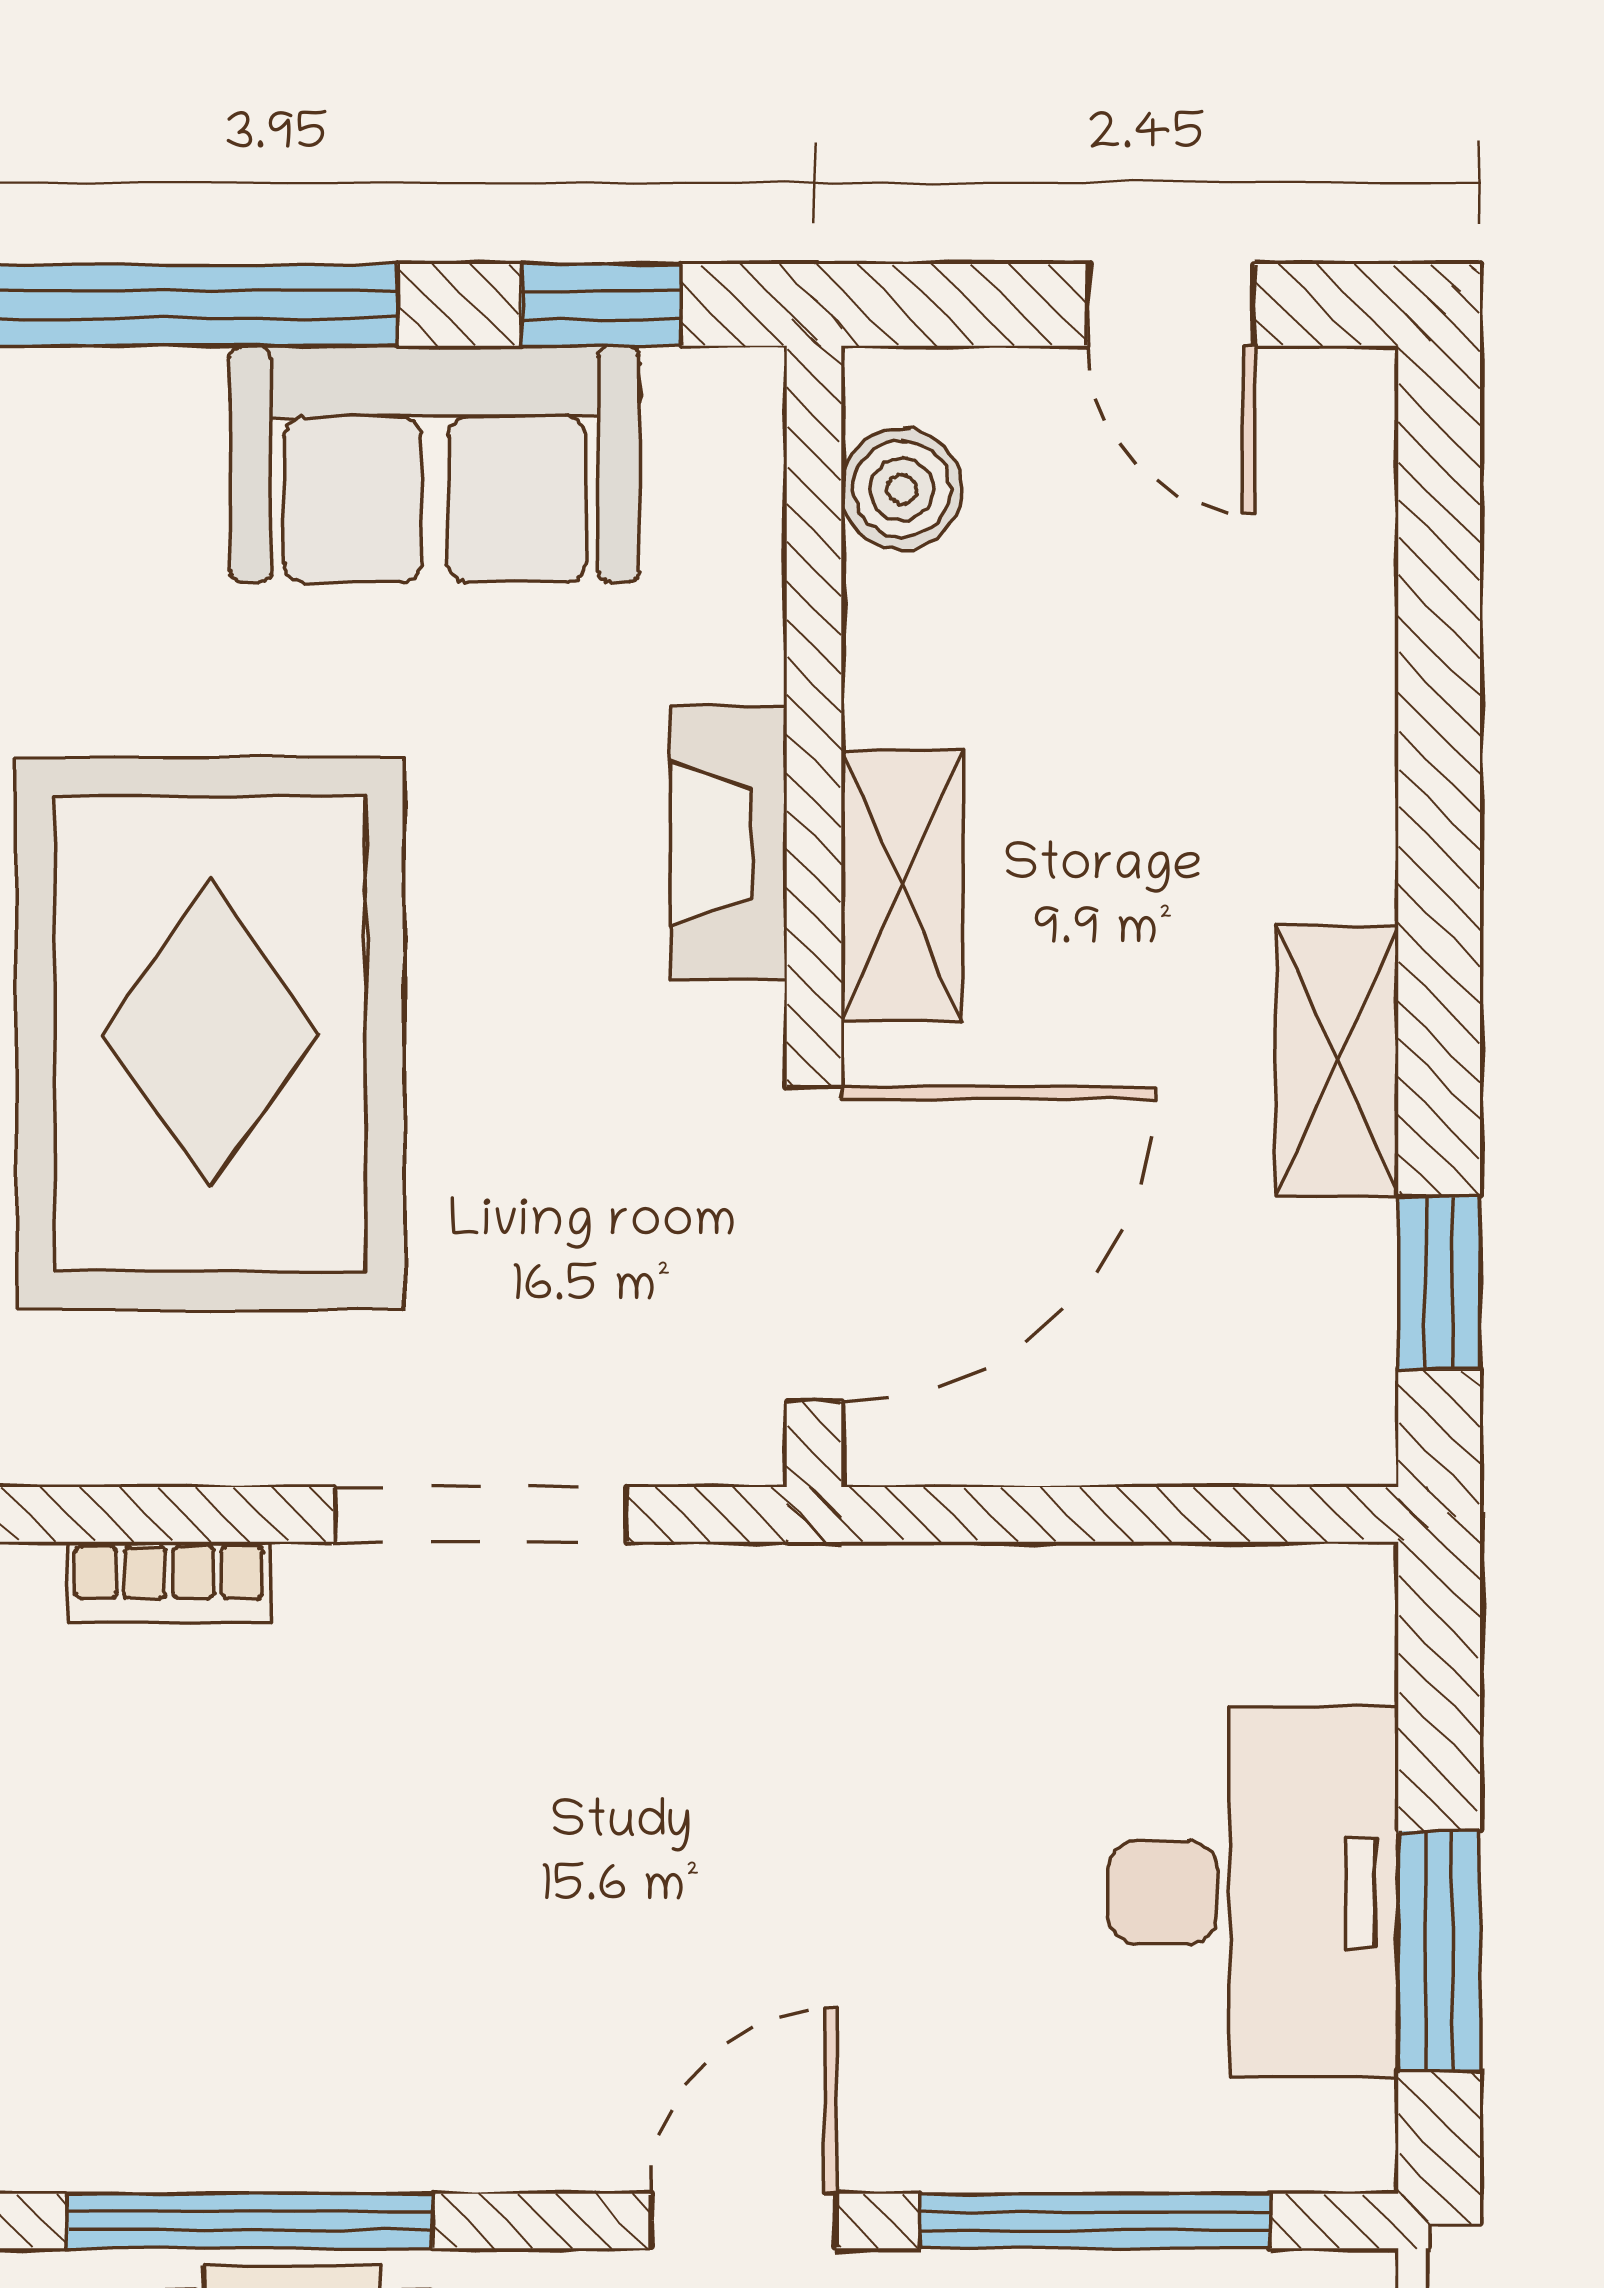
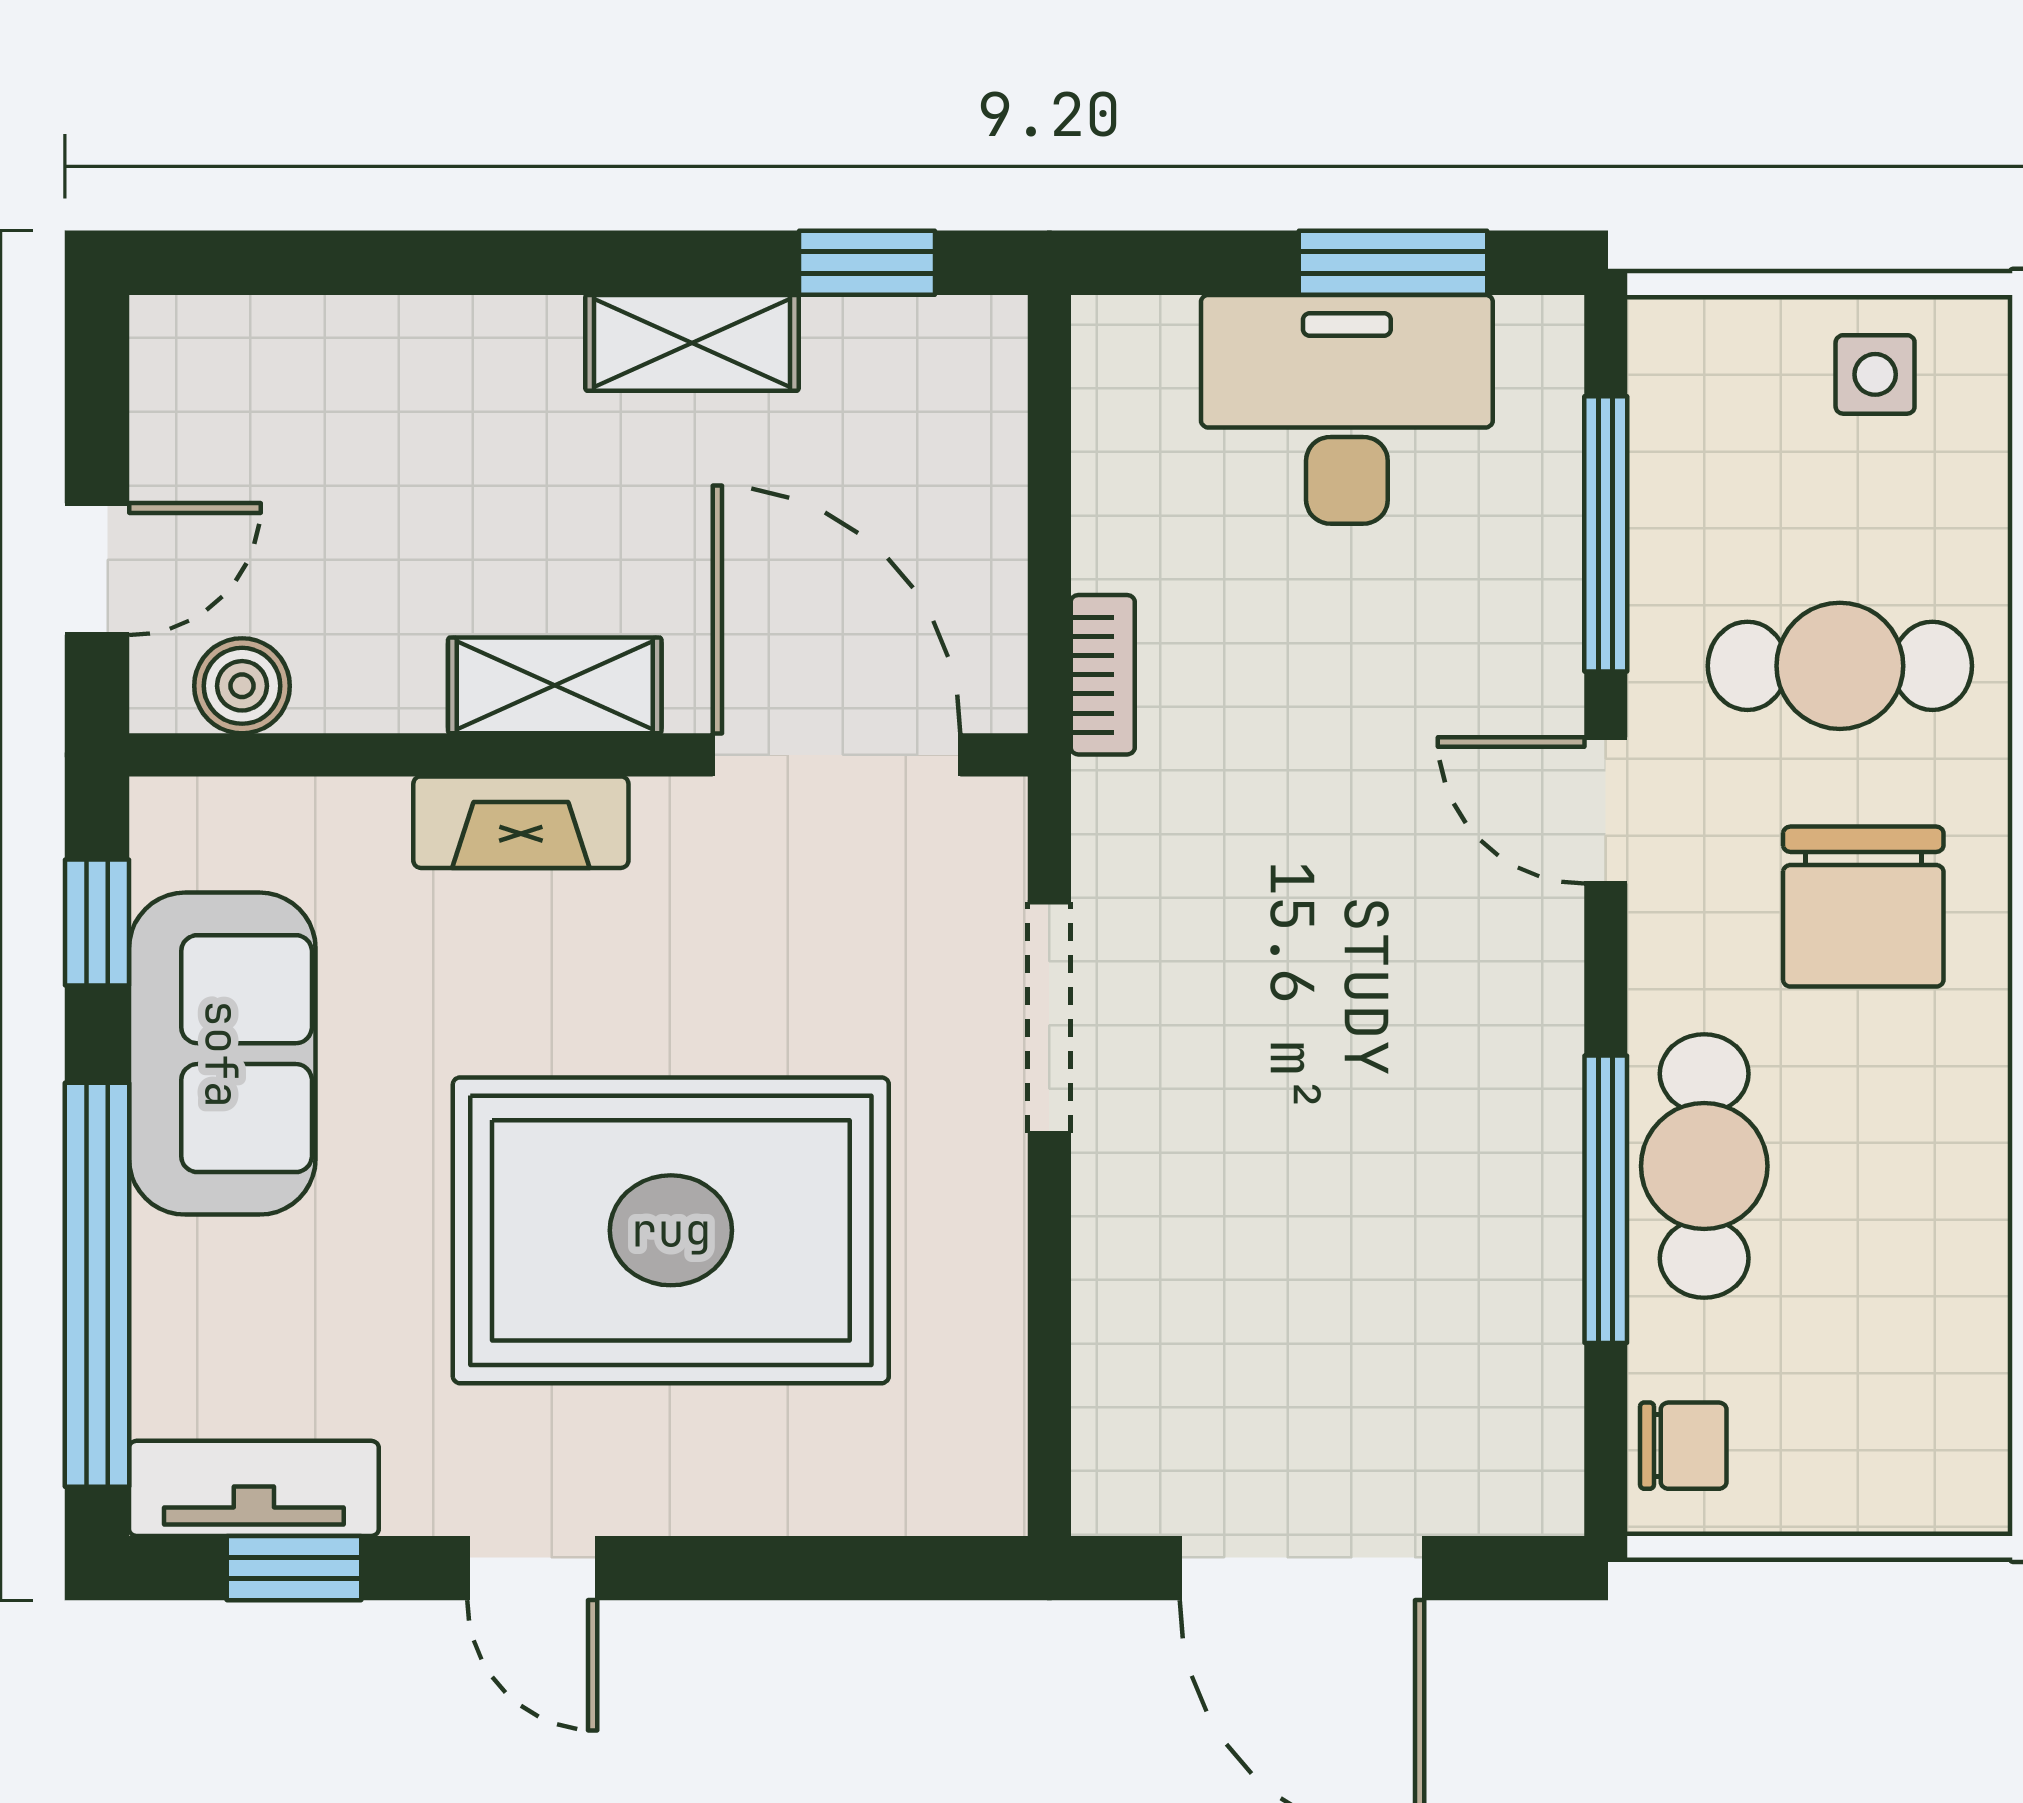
door: (1171, 305) -> (97, 569), moved
bookcase: (169, 1582) -> (1103, 675), moved

